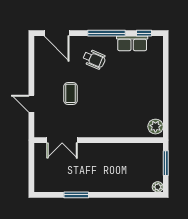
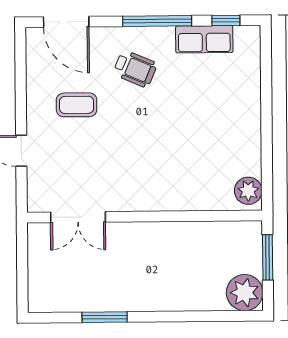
coffee table: (71, 93) -> (77, 105), moved, turned 90
plant: (158, 187) -> (245, 293), width x1.88, depth x1.88

